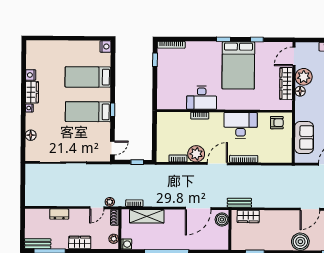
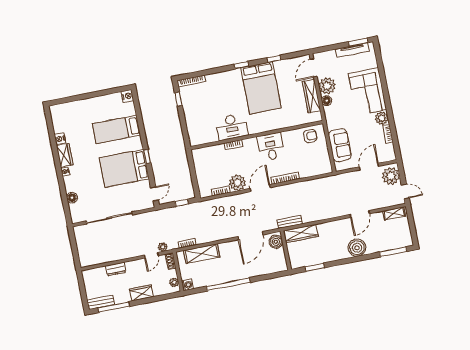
bed: (88, 112) -> (124, 168), width x1.50
desk: (241, 125) -> (271, 147), width x0.73
wardrobe: (248, 216) -> (301, 233), width x1.50

